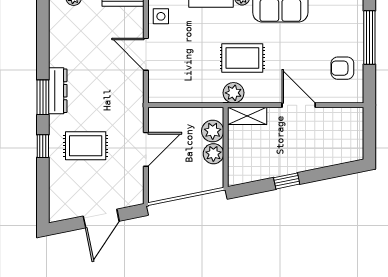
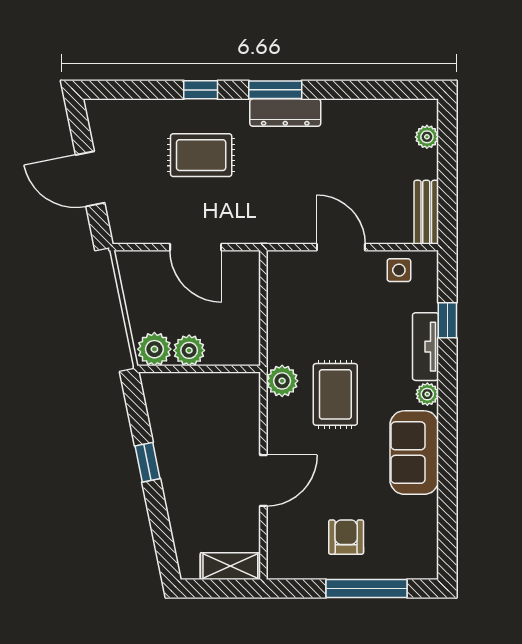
door: (146, 54) -> (341, 247), hinge flipped
armchair: (342, 68) -> (346, 537), moved
shelving: (247, 116) -> (230, 566), moved, turned 90
plant: (213, 131) -> (154, 349), moved
rug: (86, 146) -> (201, 155), turned 90

